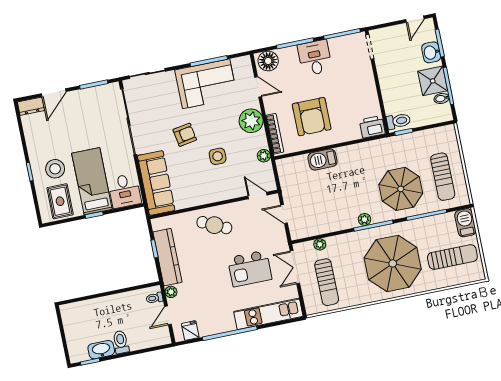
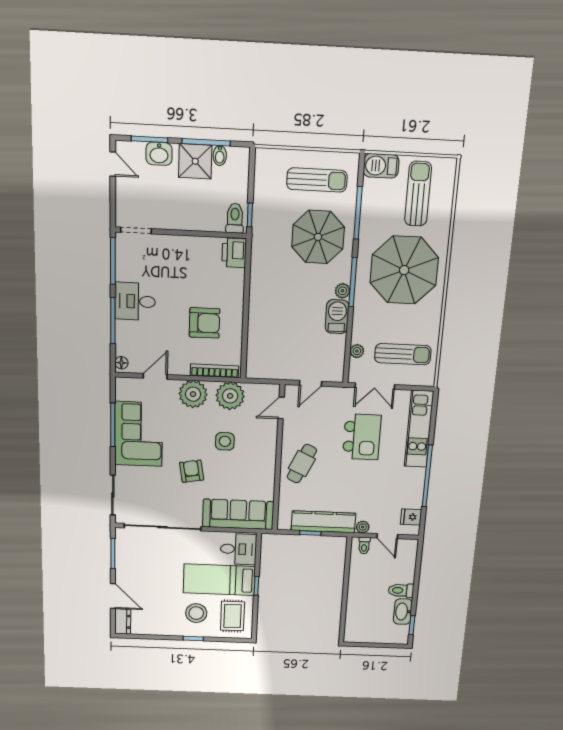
floor lamp: (268, 61) -> (121, 363), width x0.53, depth x0.53
armchair: (312, 117) -> (205, 323), width x0.73, depth x0.73
plant: (264, 156) -> (230, 396), width x1.87, depth x1.87
barbecue: (323, 160) -> (337, 317), moved, turned 180
rug: (60, 201) -> (233, 616), turned 90

